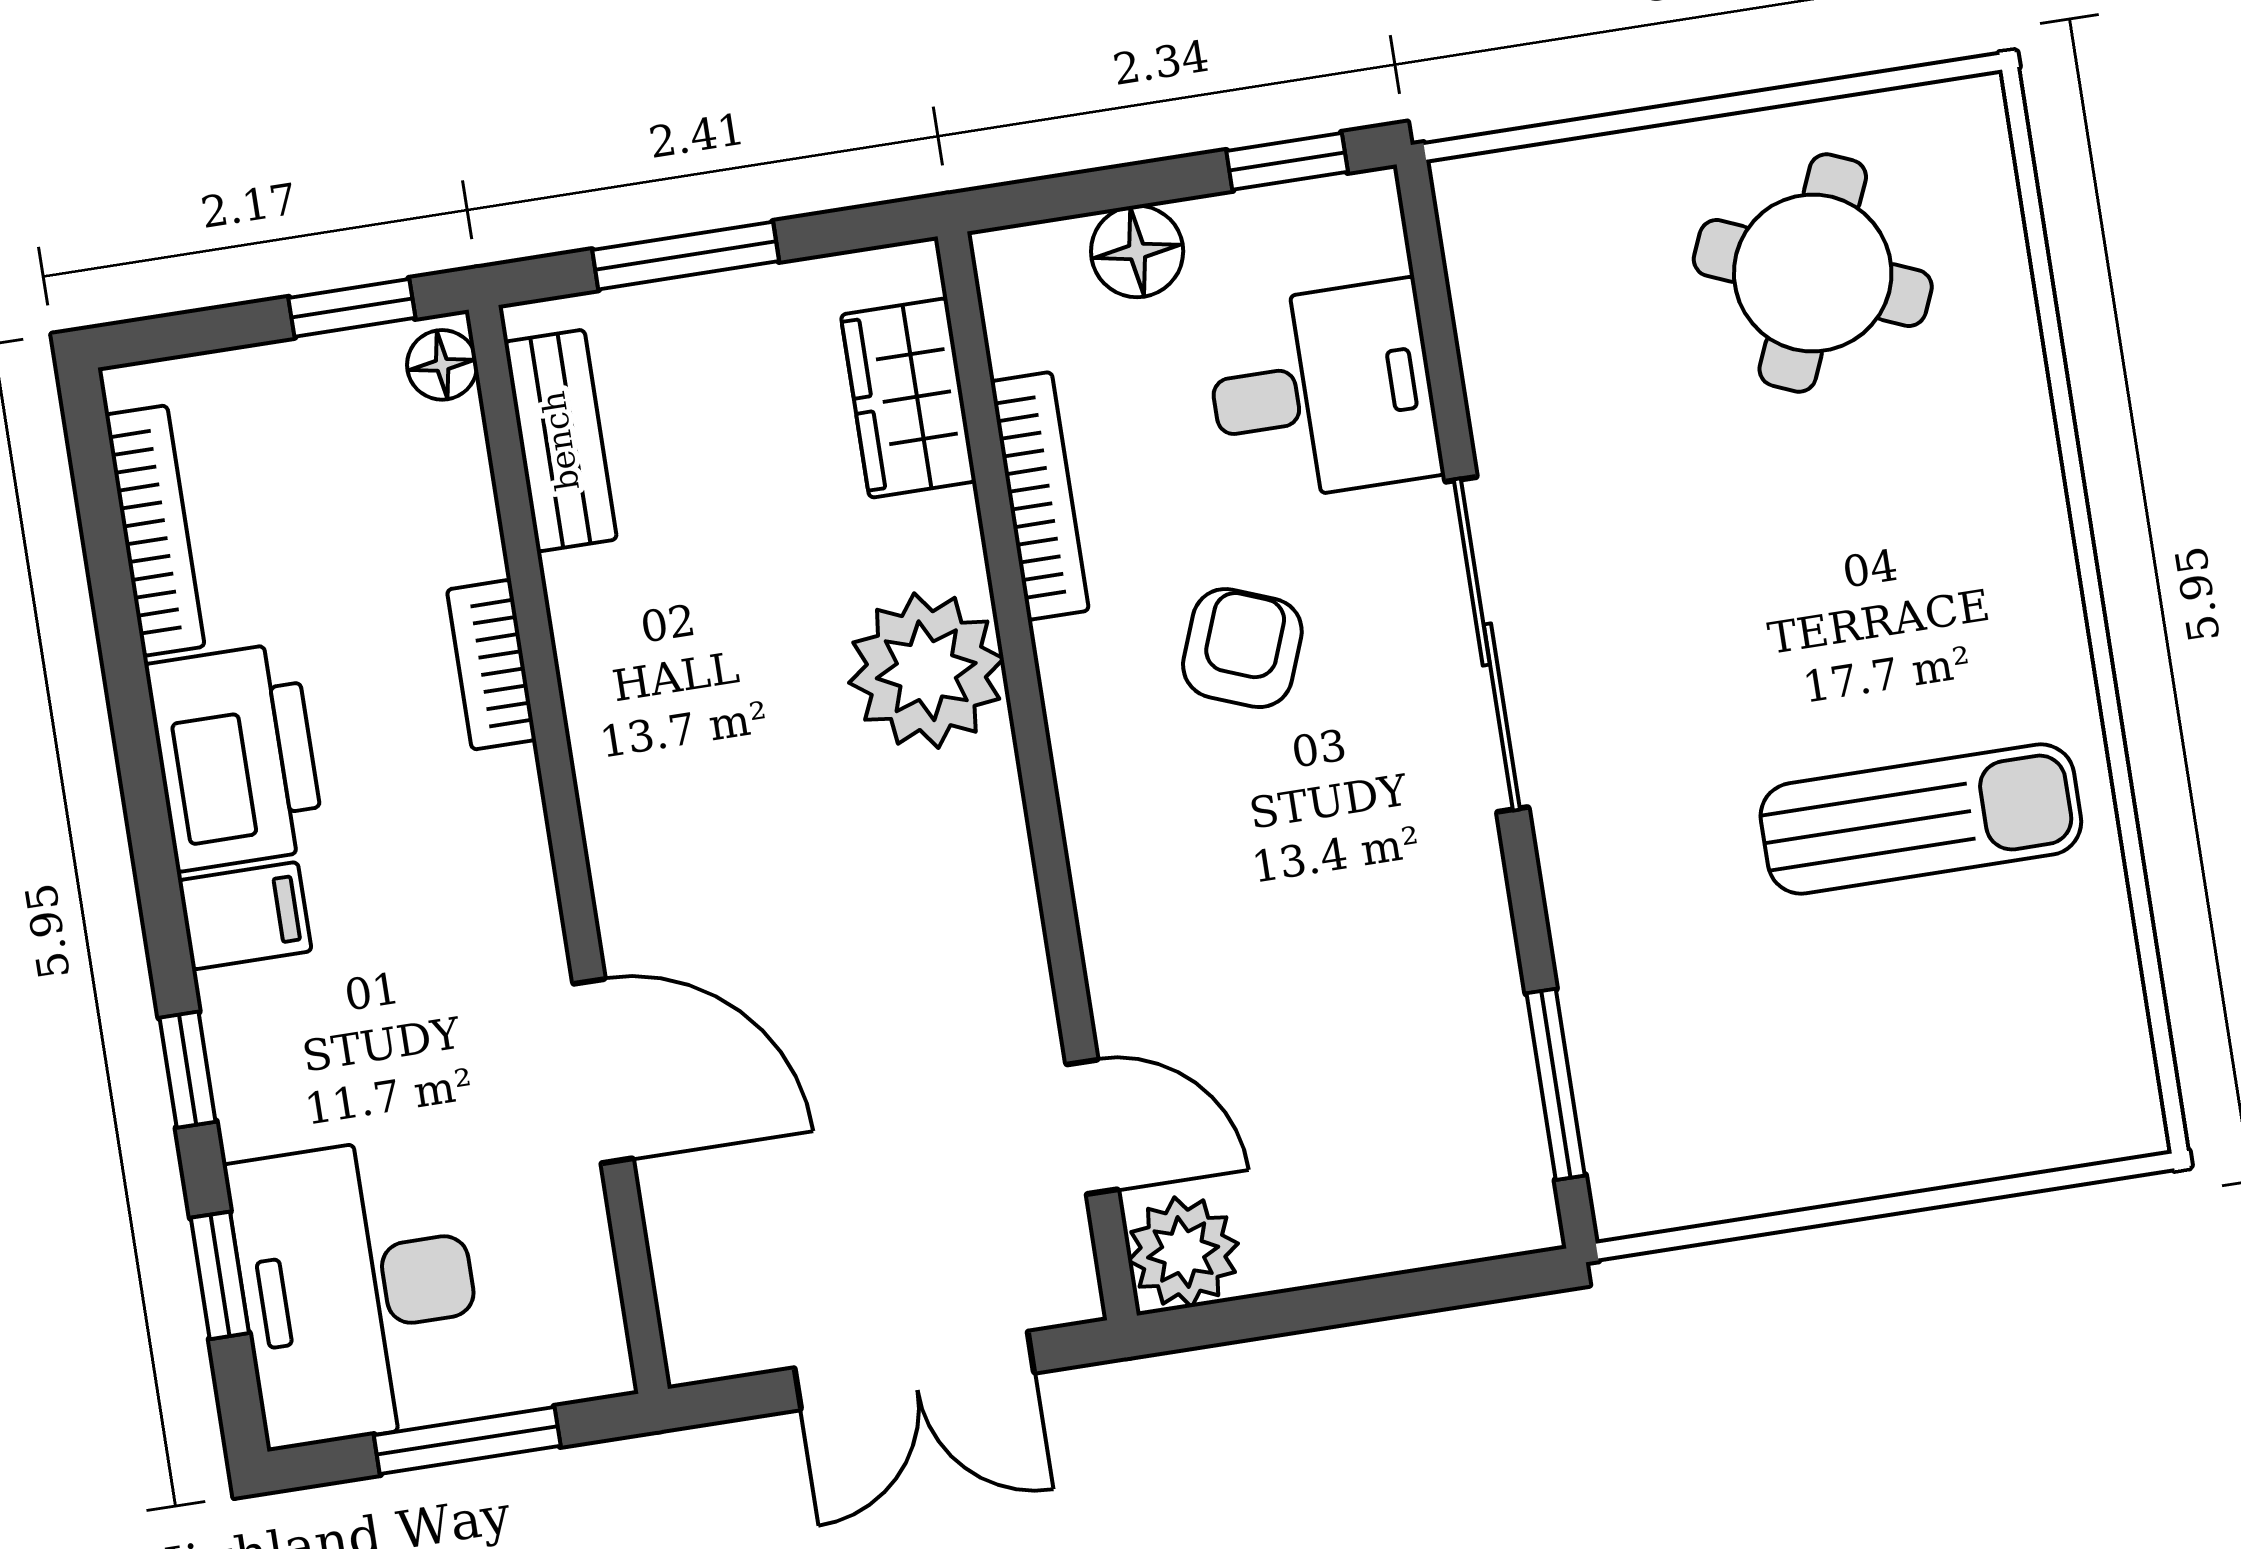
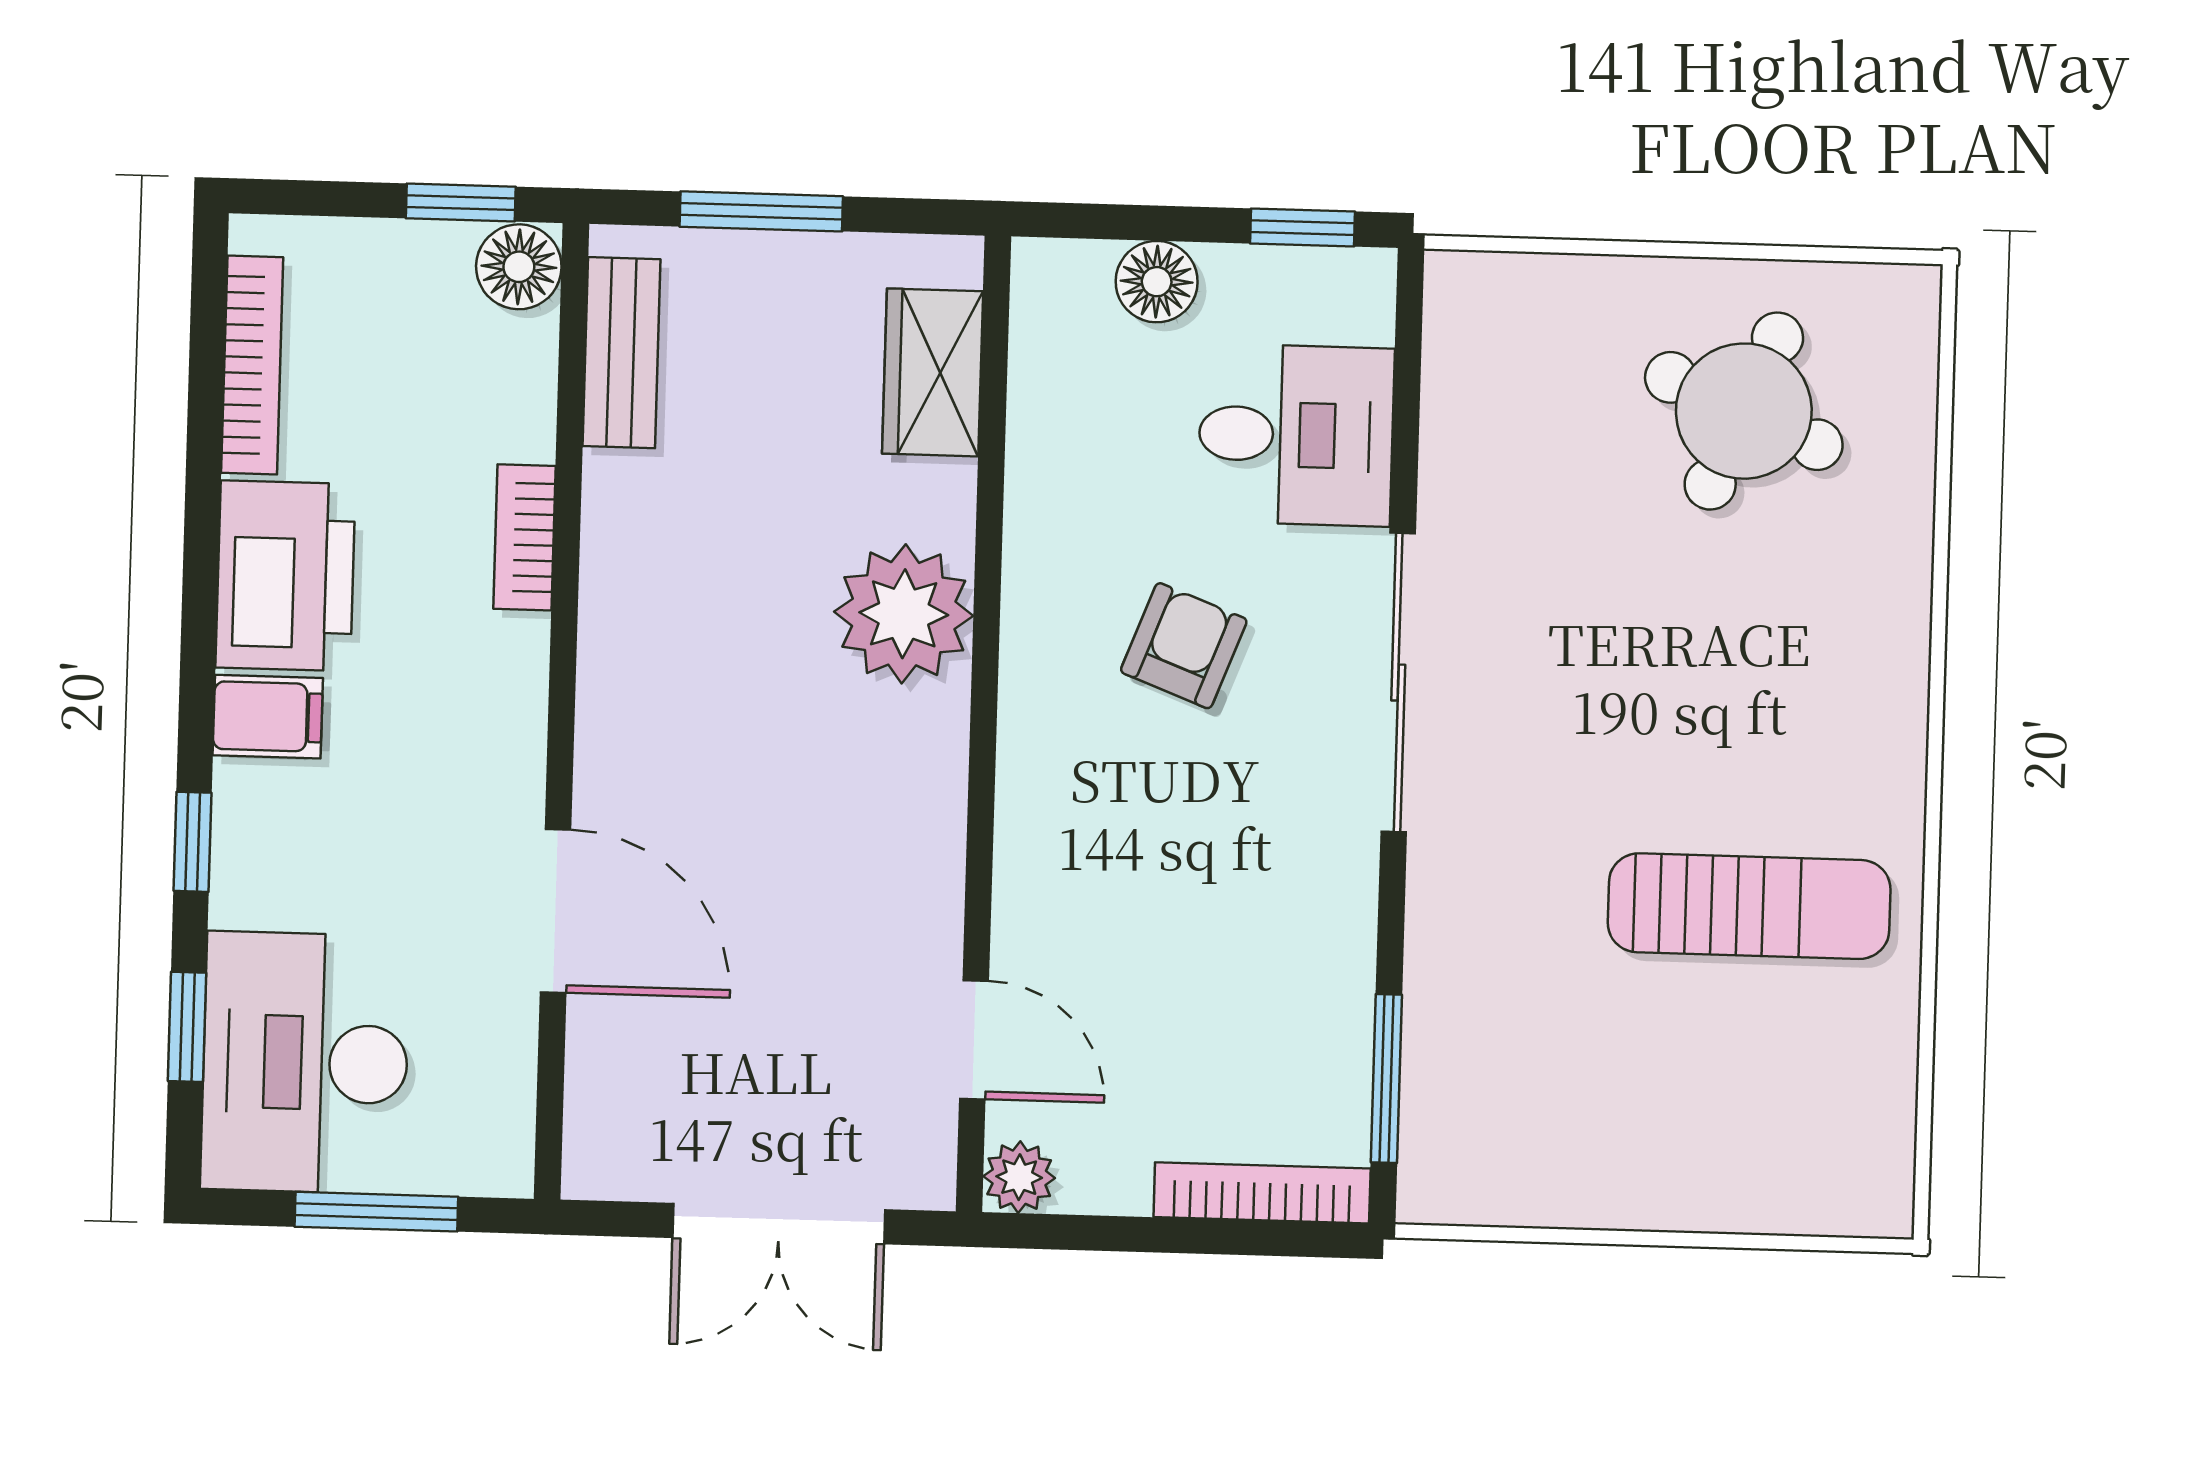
floor lamp: (442, 365) -> (519, 267), width x1.37, depth x1.37
bookcase: (1040, 496) -> (1262, 1193), moved, turned -90
plant: (1183, 1252) -> (1019, 1177), width x0.73, depth x0.73

